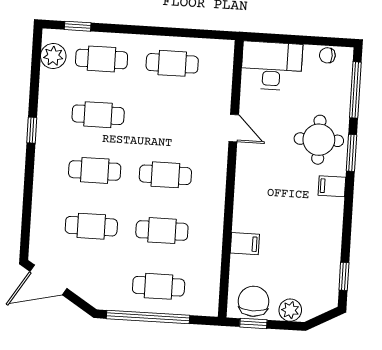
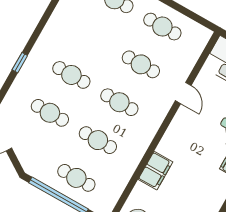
cafe table: (98, 115) -> (141, 64), moved
window: (32, 130) -> (20, 63), moved
filing cabinet: (245, 244) -> (155, 171), width x2.00

